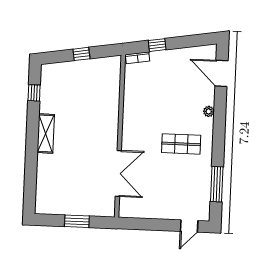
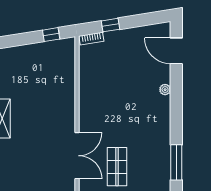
window: (81, 54) -> (51, 35), moved
shop shelf: (181, 144) -> (117, 167), moved, turned 90

